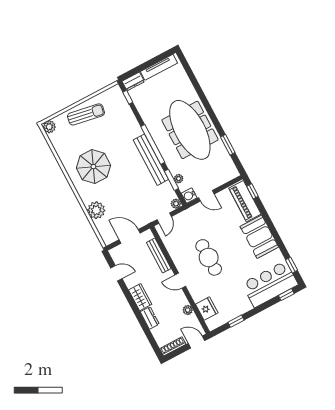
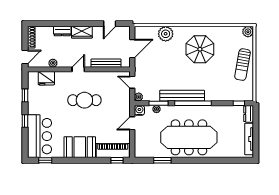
window: (286, 295) -> (25, 121), moved

